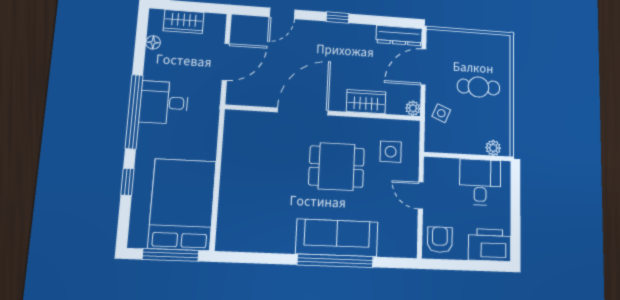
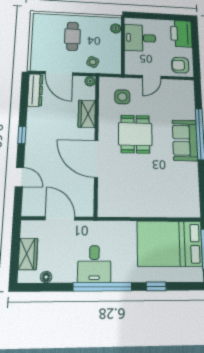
sofa: (337, 238) -> (185, 140), width x0.73

